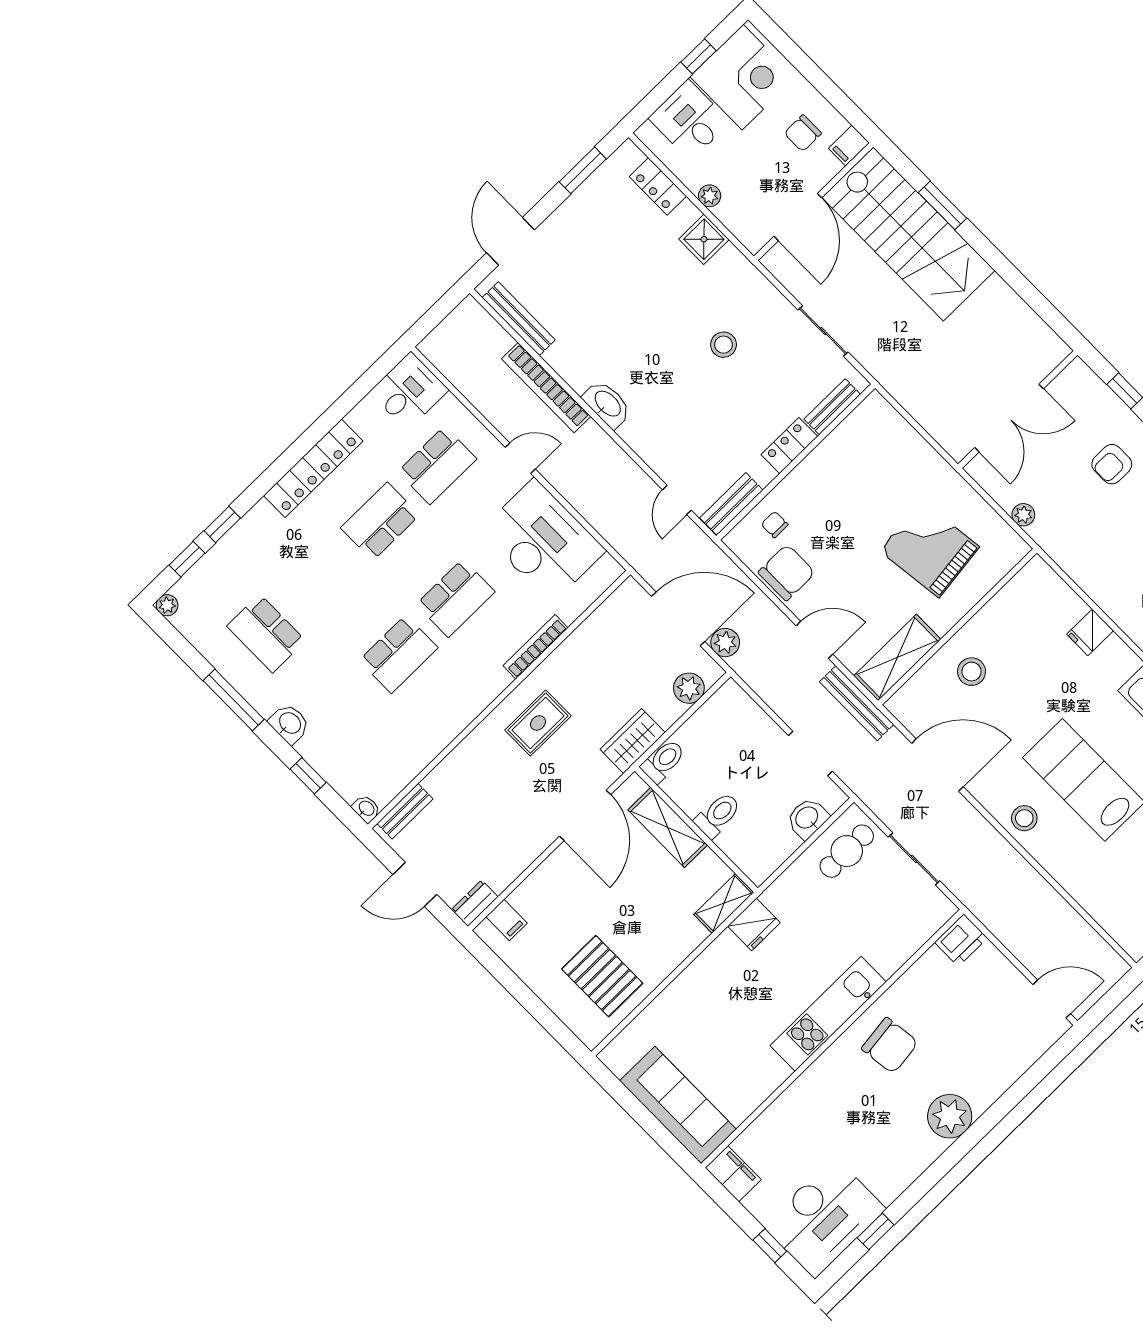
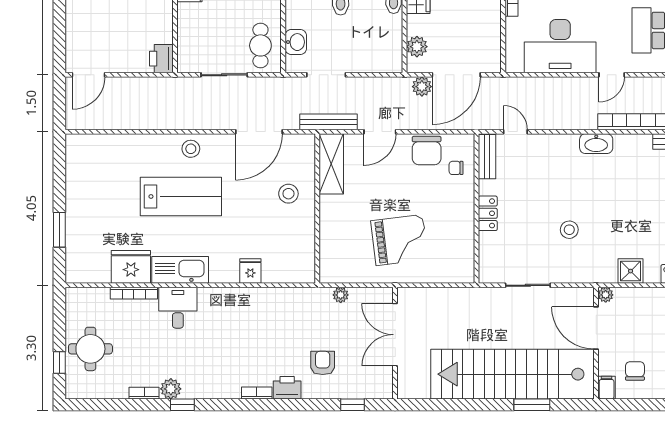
plant: (710, 196) -> (606, 295), moved
stairs: (908, 234) -> (513, 374), width x1.36
bench: (832, 407) -> (486, 253), removed
chair: (775, 524) -> (456, 168), turned 180
grand piano: (930, 549) -> (399, 240), moved

